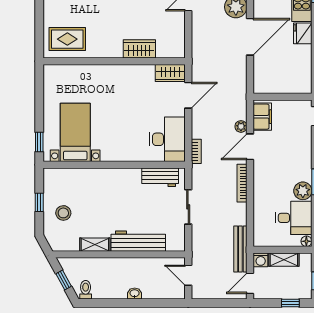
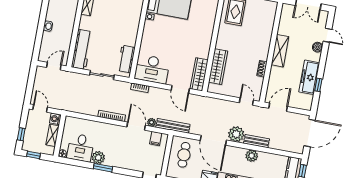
wardrobe: (139, 49) -> (218, 67), width x1.50
wardrobe: (170, 73) -> (199, 74), width x1.50
cafe table: (278, 74) -> (184, 155), added
filing cabinet: (262, 117) -> (156, 139), width x0.50
workbench: (138, 241) -> (82, 49), moved
bench: (240, 249) -> (173, 126), moved

